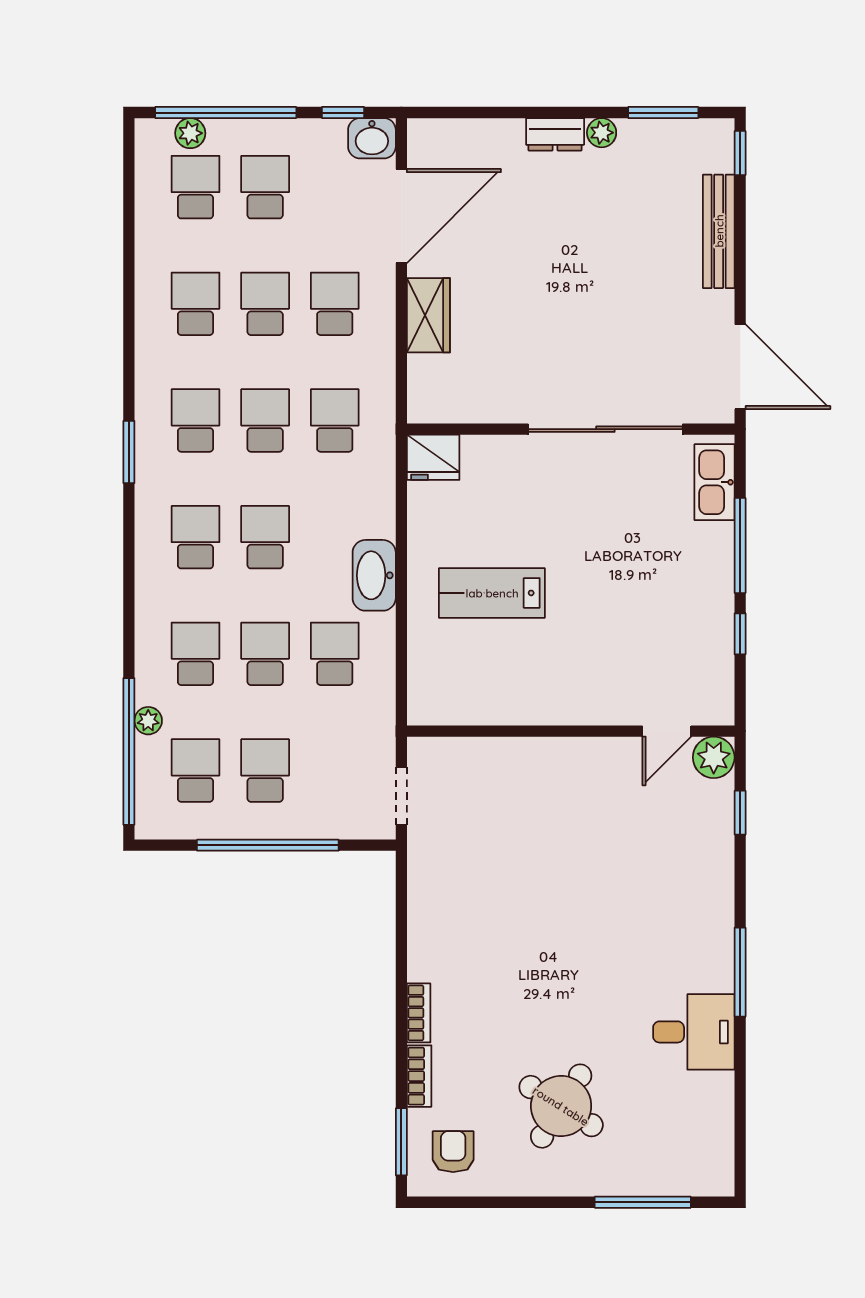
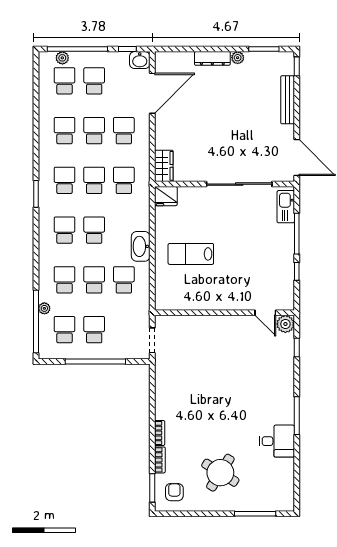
dresser: (555, 134) -> (212, 58), width x1.44
wardrobe: (428, 315) -> (164, 166), moved
door: (667, 731) -> (265, 313), hinge flipped

